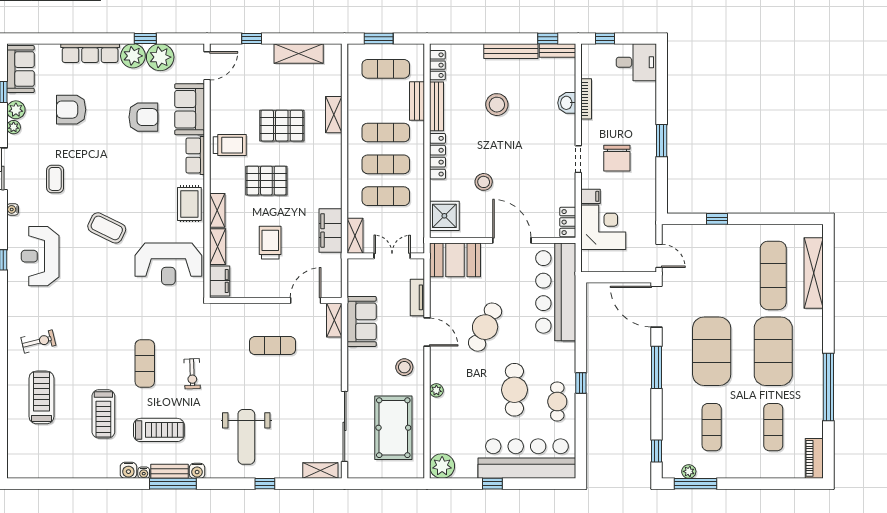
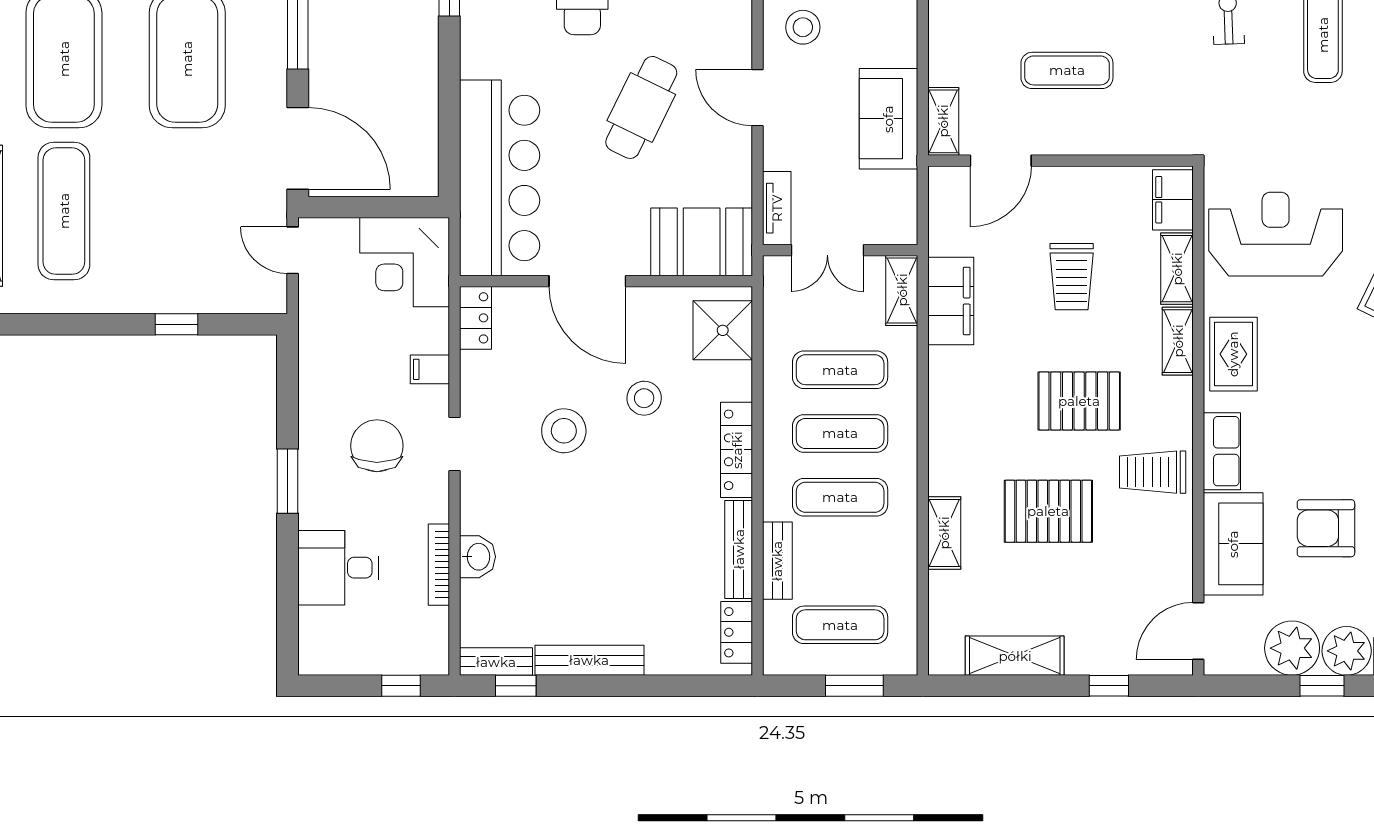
desk: (636, 62) -> (338, 568), moved
stool: (497, 105) -> (564, 431), moved
corner desk: (603, 227) -> (405, 262), moved
tv unit: (417, 297) -> (777, 208), moved

